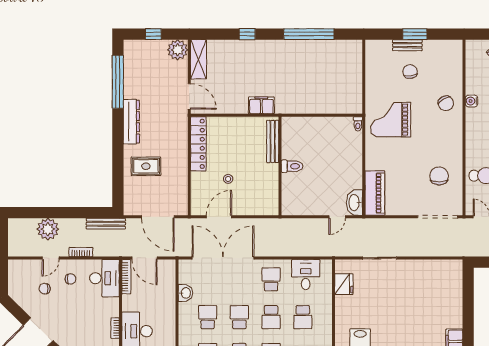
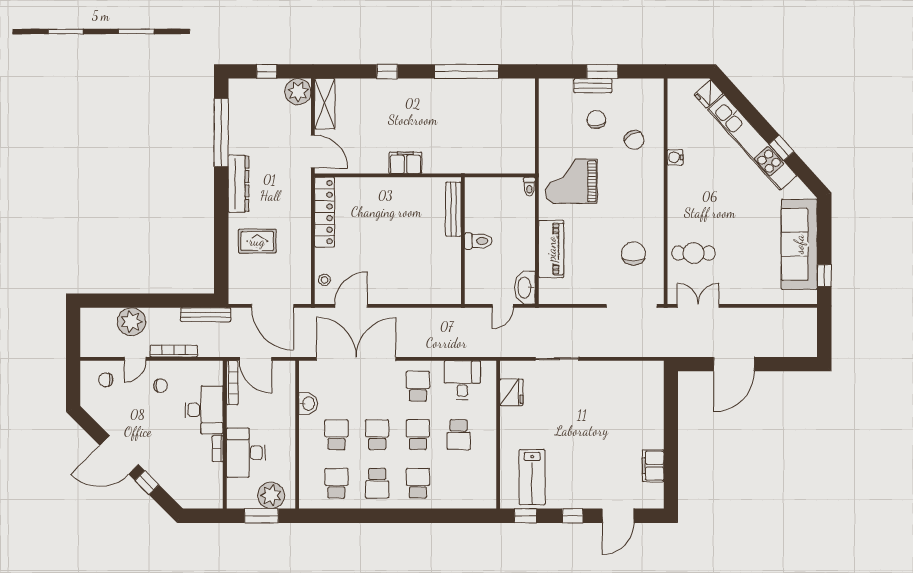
chair: (446, 103) -> (634, 140), moved
bench: (273, 141) -> (453, 209), moved
wall: (280, 166) -> (463, 241), moved
toilet: (292, 166) -> (478, 241), moved
stool: (228, 179) -> (324, 280), moved
piano: (375, 193) -> (551, 249), moved
bookcase: (81, 252) -> (174, 351), width x1.56
desk: (104, 278) -> (204, 410), moved
chair: (45, 289) -> (106, 380), moved
school desk: (271, 317) -> (418, 435), turned 180

